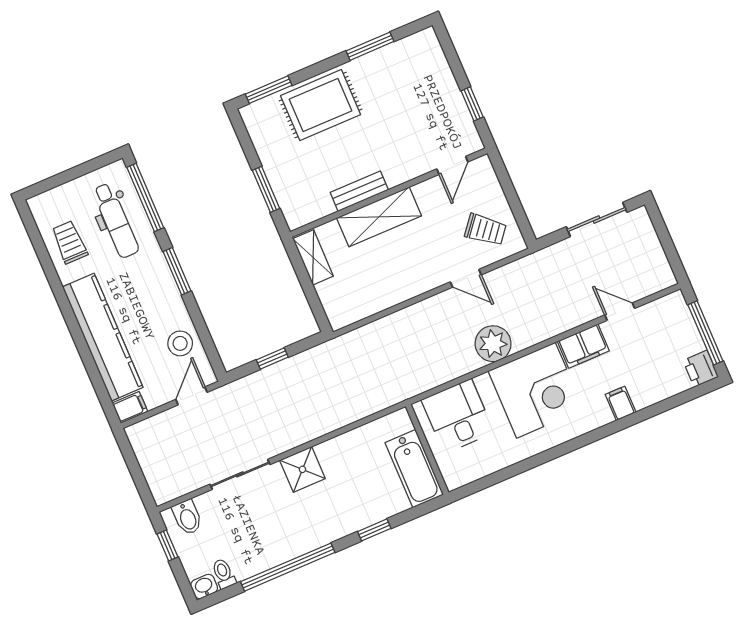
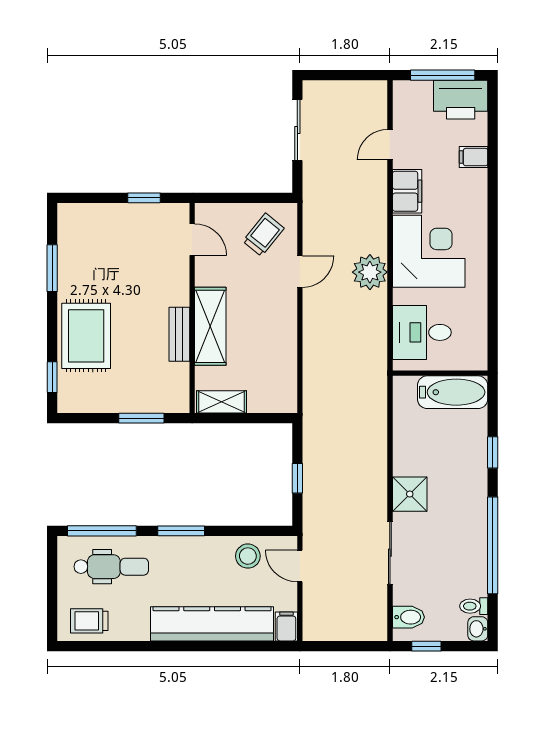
window: (269, 90) -> (52, 377), width x0.67
trolley: (70, 242) -> (89, 621), moved
printer: (701, 369) -> (461, 100), width x1.87, depth x1.48
filing cabinet: (621, 403) -> (474, 157), moved

